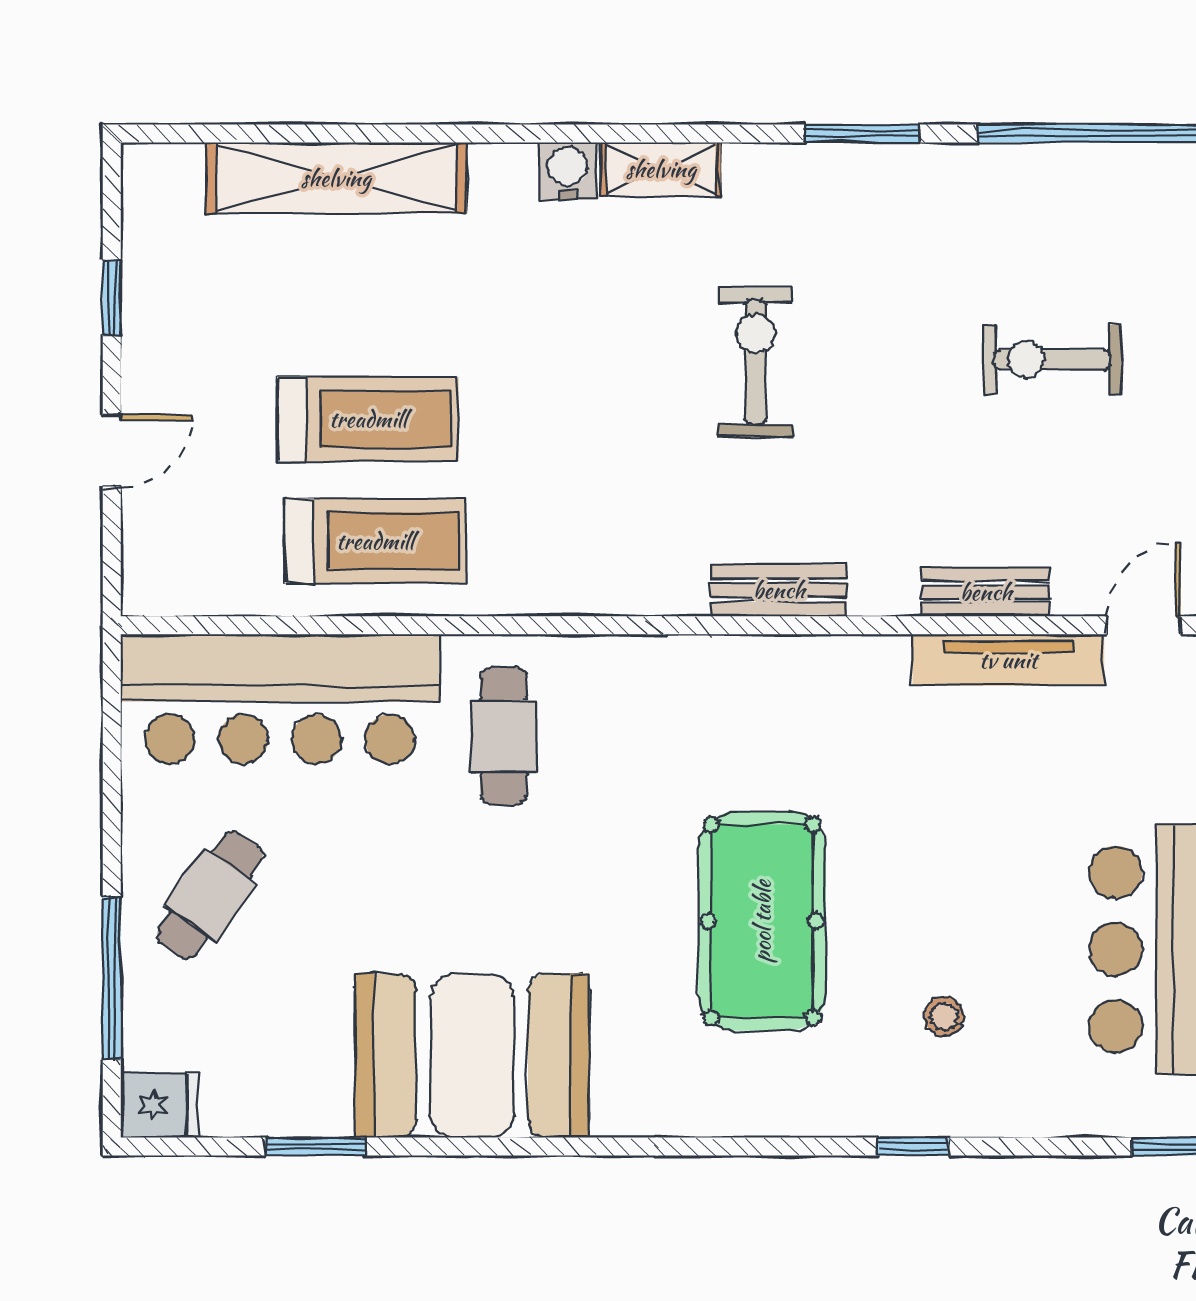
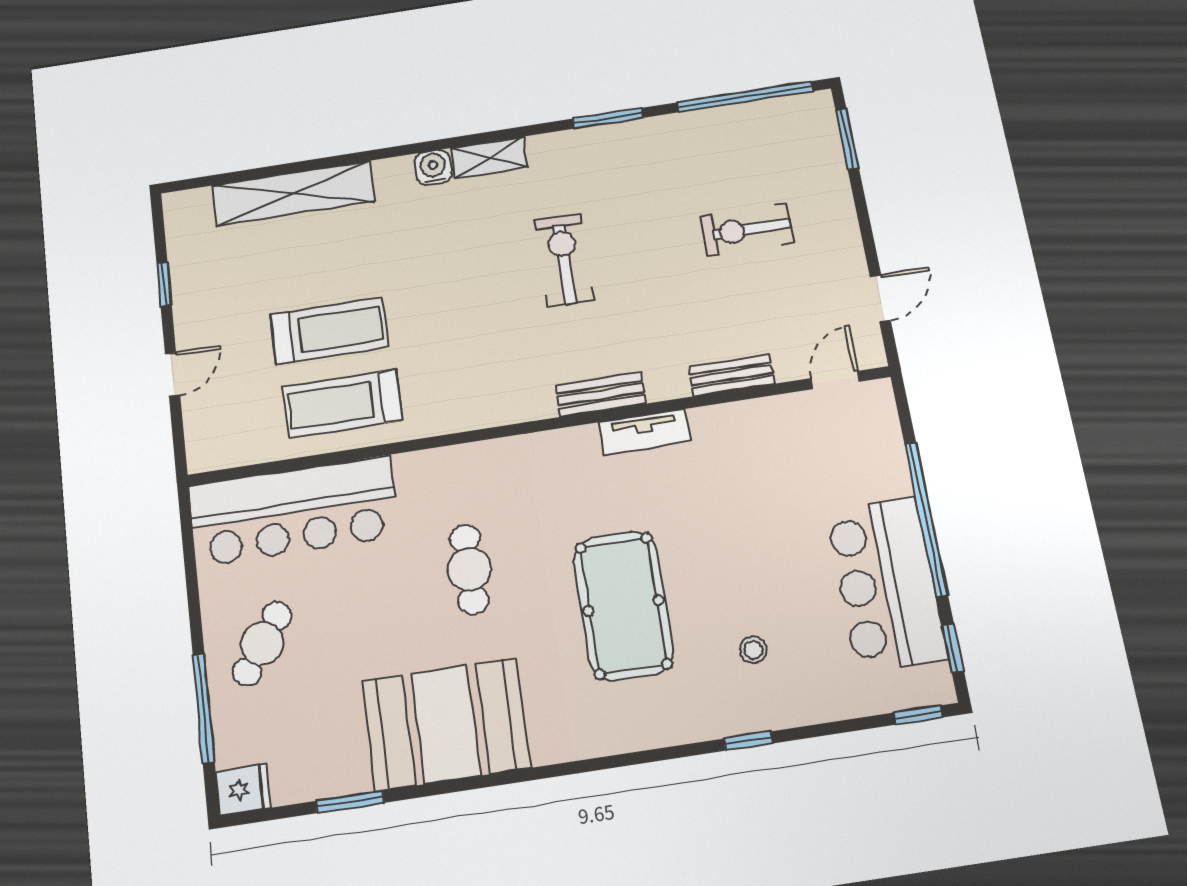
treadmill: (375, 541) -> (342, 404), turned 180
tv unit: (1008, 660) -> (645, 432), moved, width x0.71
cafe table: (504, 736) -> (469, 569), moved

